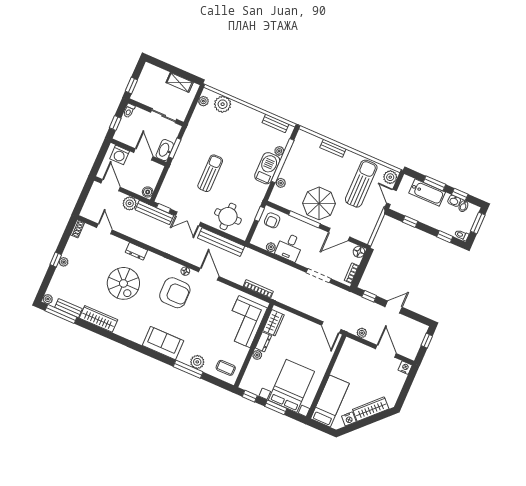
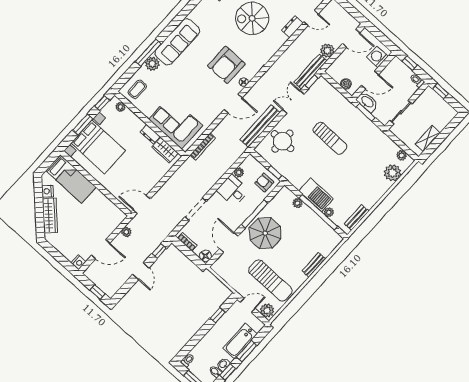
boiler: (148, 192) -> (346, 84), moved
window: (445, 237) -> (192, 344), removed
dresser: (136, 251) -> (292, 27), moved
sofa: (163, 343) -> (177, 42), width x1.36
plant: (257, 355) -> (120, 107), moved

